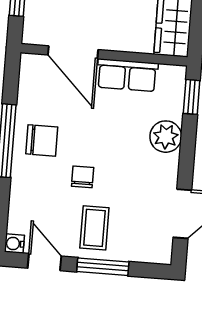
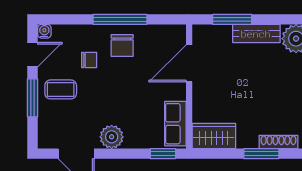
row of seats: (127, 75) -> (175, 124), moved
plant: (166, 137) -> (112, 137), moved
chair: (83, 177) -> (89, 60), moved

